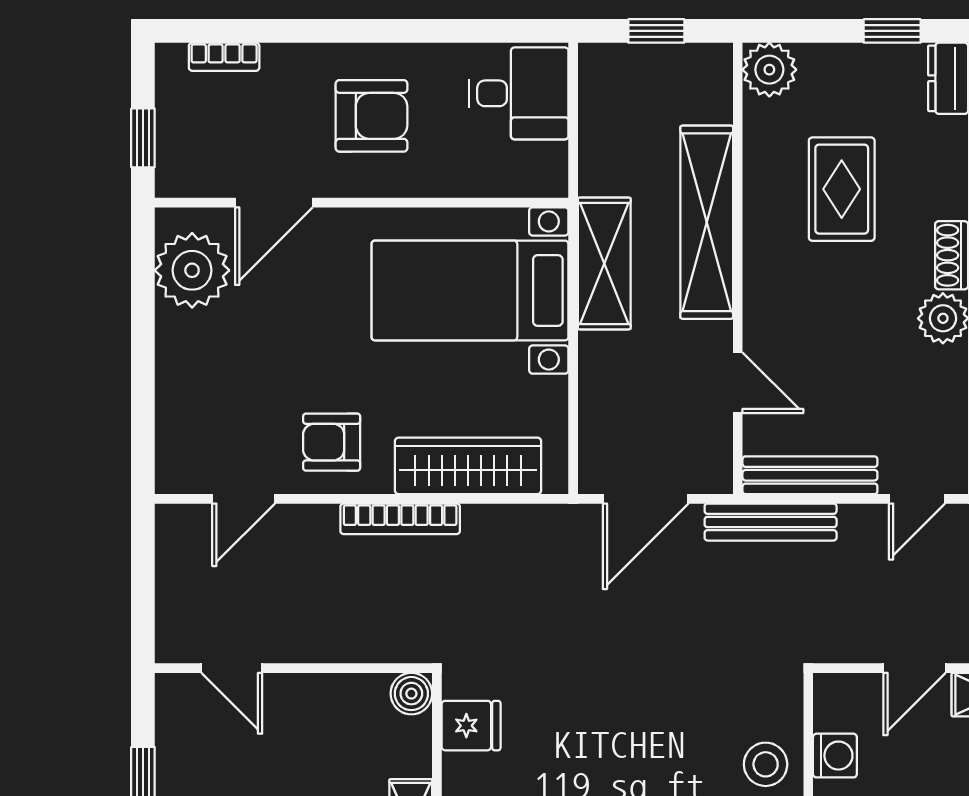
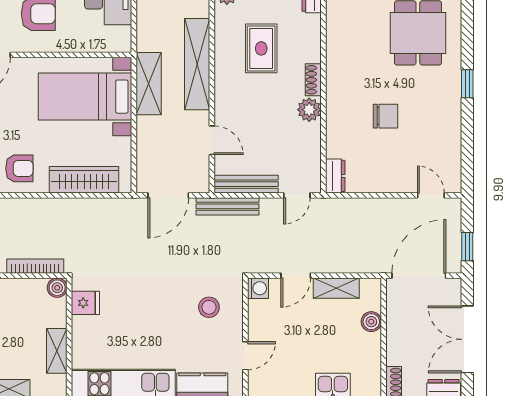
armchair: (332, 442) -> (19, 168), turned 180
bookcase: (400, 519) -> (35, 266), moved, turned 180
washing machine: (835, 756) -> (258, 288), moved
stool: (766, 764) -> (209, 307), moved

